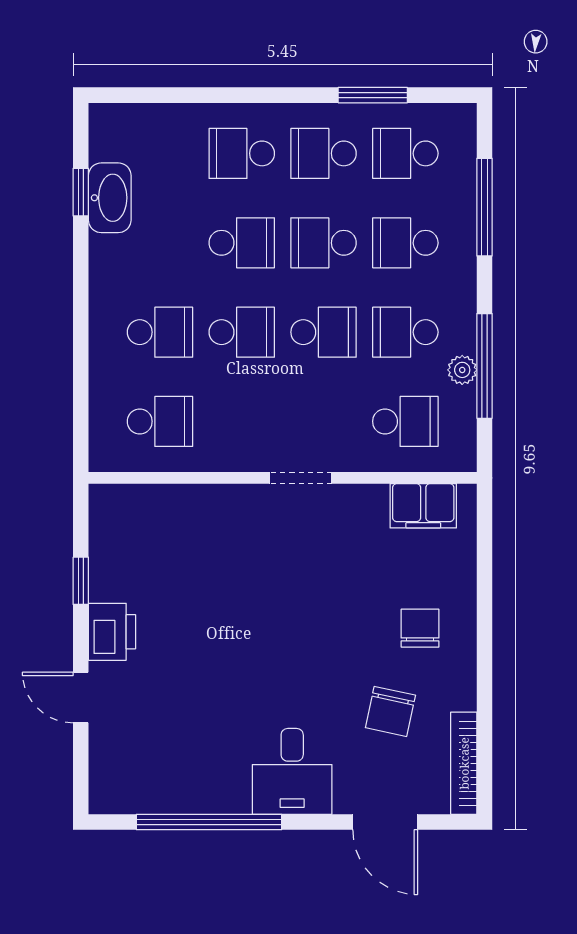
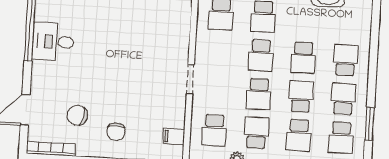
school desk: (405, 153) -> (341, 138), turned 180
school desk: (405, 243) -> (299, 135), turned 180
filing cabinet: (423, 506) -> (174, 136), width x0.50
chair: (420, 628) -> (116, 132), turned 90
desk: (292, 771) -> (53, 42), moved

